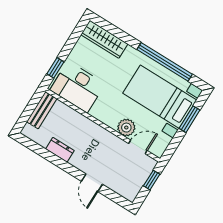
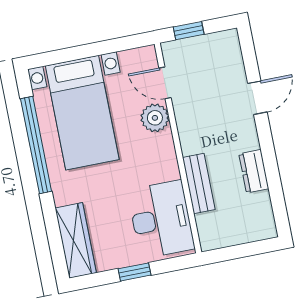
window: (55, 68) -> (134, 272), moved
bench: (42, 110) -> (199, 184), moved, turned 90
window: (190, 119) -> (76, 53), removed

